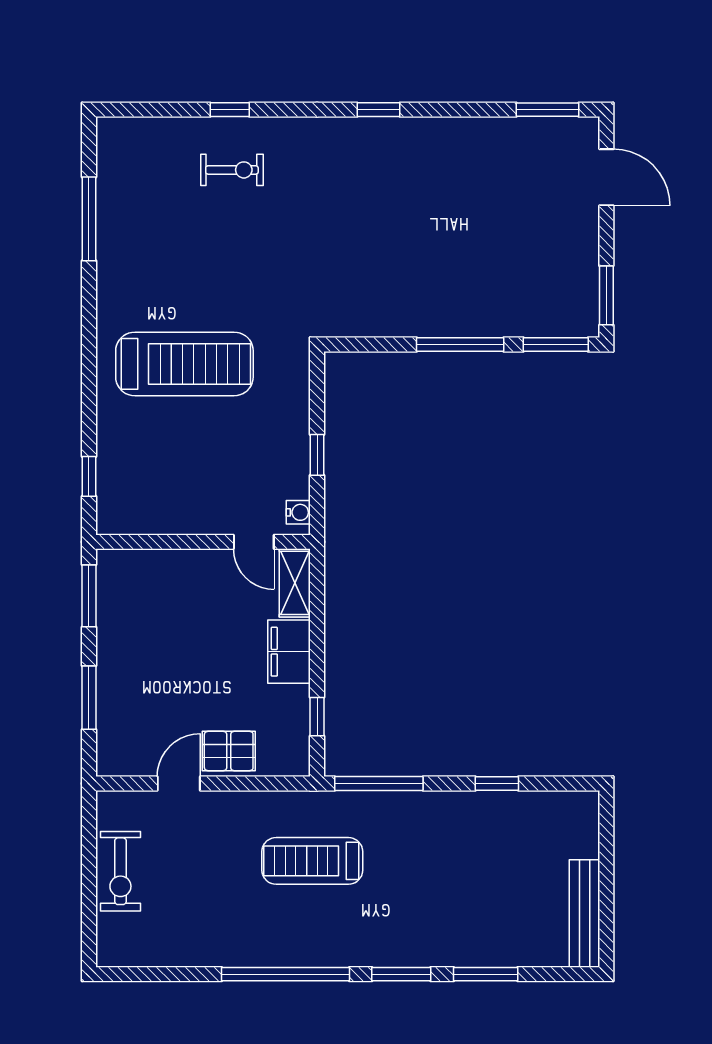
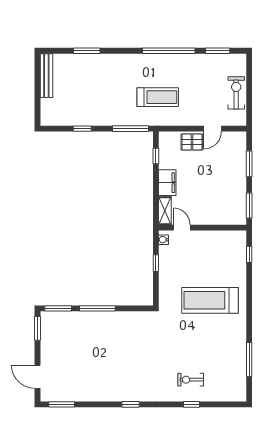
window: (401, 974) -> (218, 51), moved

